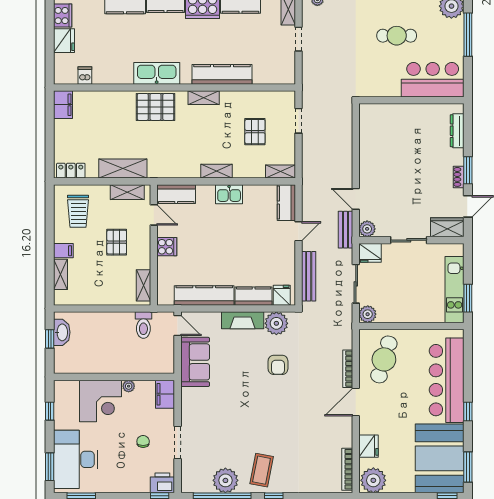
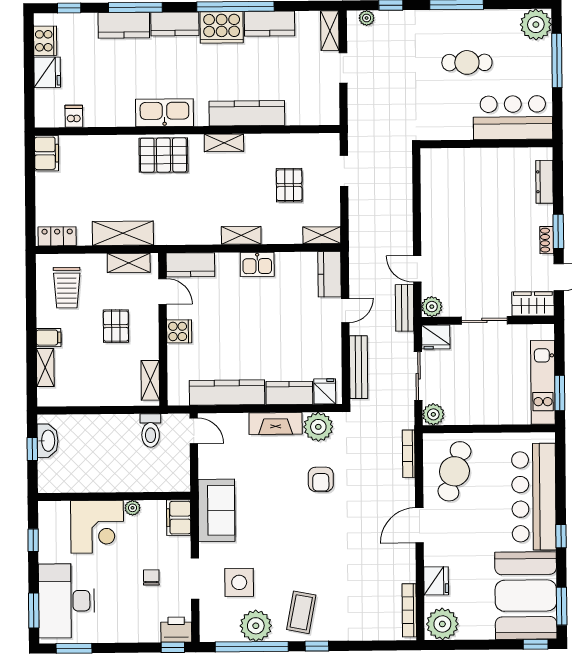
sofa: (195, 362) -> (216, 510), moved
bookcase: (348, 369) -> (409, 454), moved
side table: (213, 446) -> (239, 582), added

